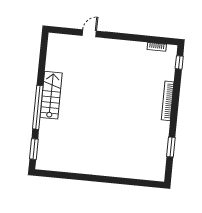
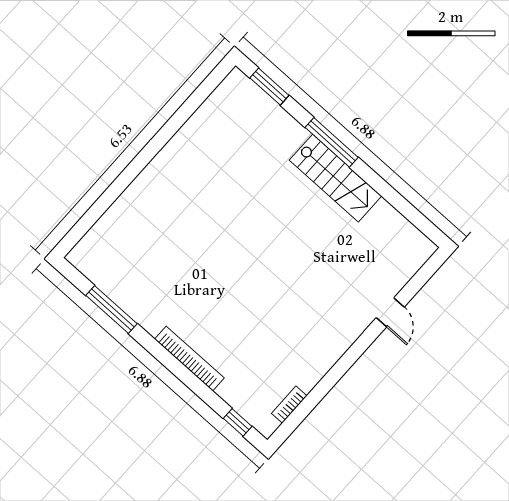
window: (38, 107) -> (332, 142), width x0.68
window: (171, 147) -> (111, 310), width x1.44

